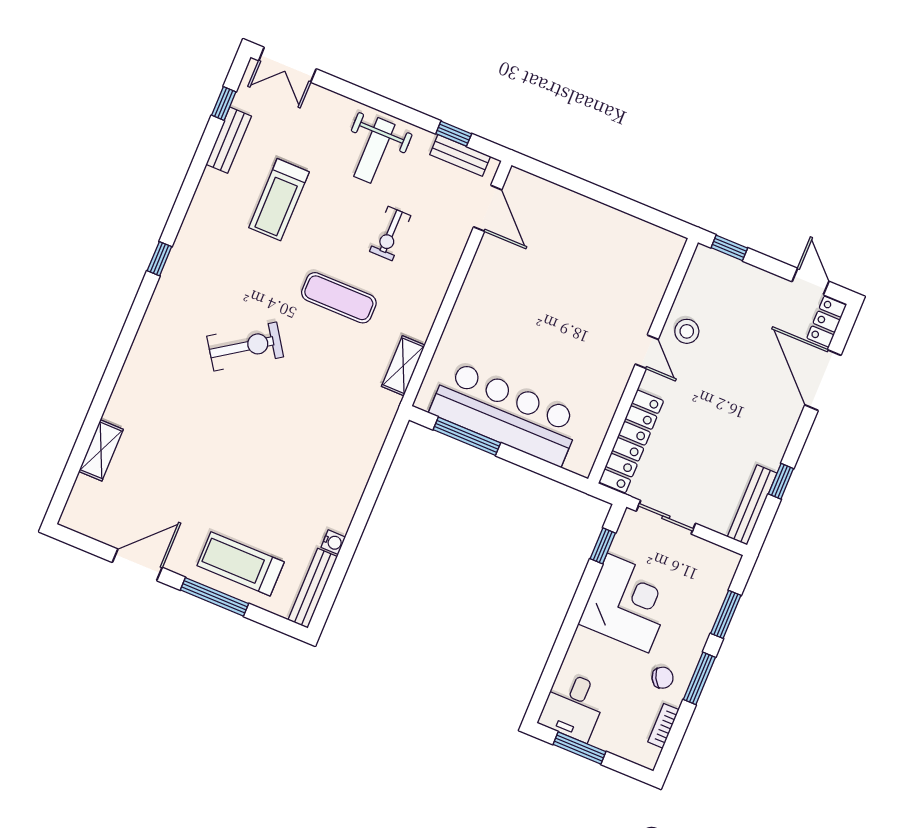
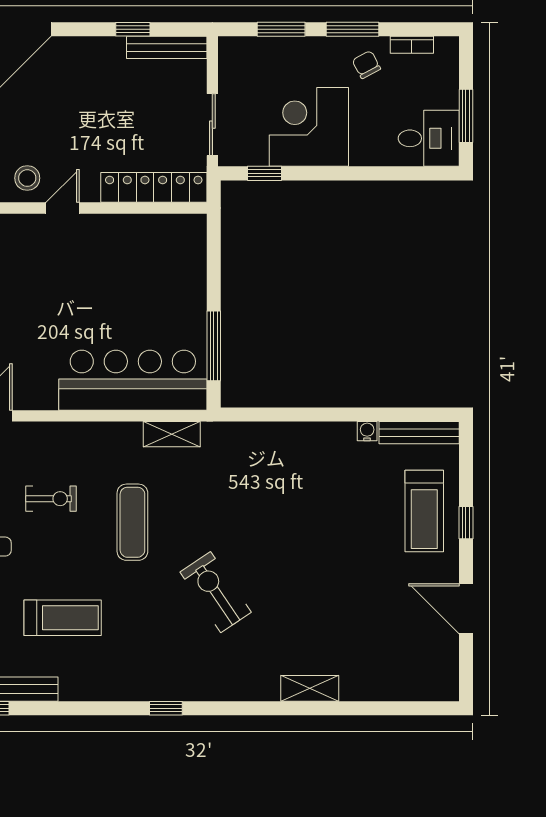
bar counter: (506, 413) -> (133, 380), moved, turned 90
shelving: (101, 450) -> (310, 688), moved
window: (214, 597) -> (466, 523), width x0.46

